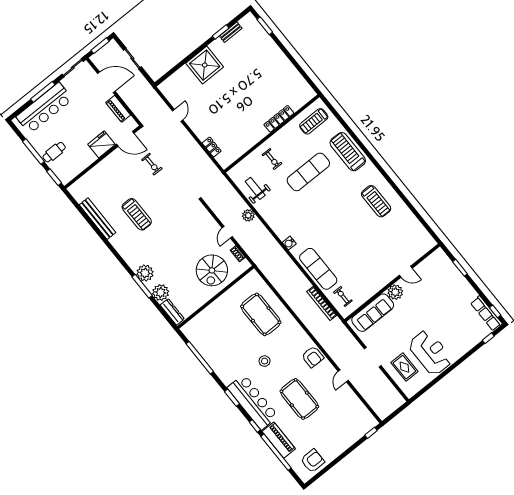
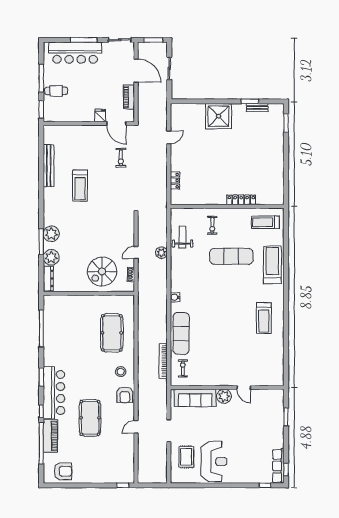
fridge: (101, 144) -> (100, 115), width x0.53, depth x0.75
stool: (265, 361) -> (121, 372), moved

